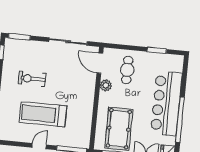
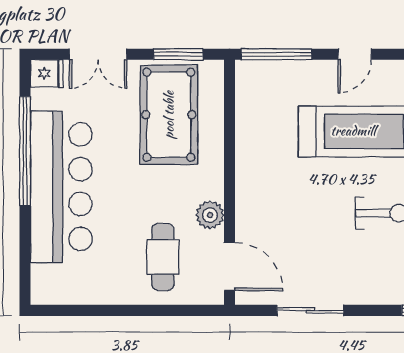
sliding door: (68, 42) -> (310, 310), width x0.73
window: (157, 50) -> (97, 310), removed

